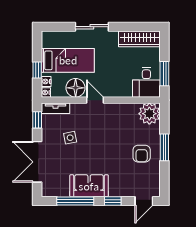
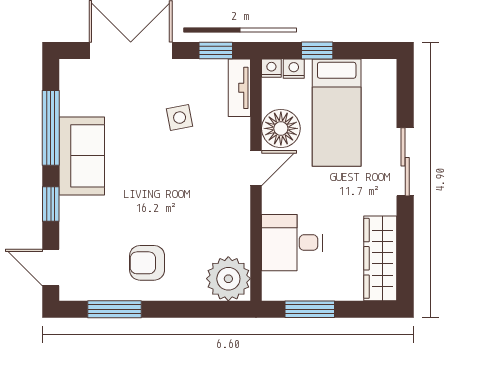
desk: (146, 82) -> (292, 243), moved
window: (164, 147) -> (114, 309), moved

